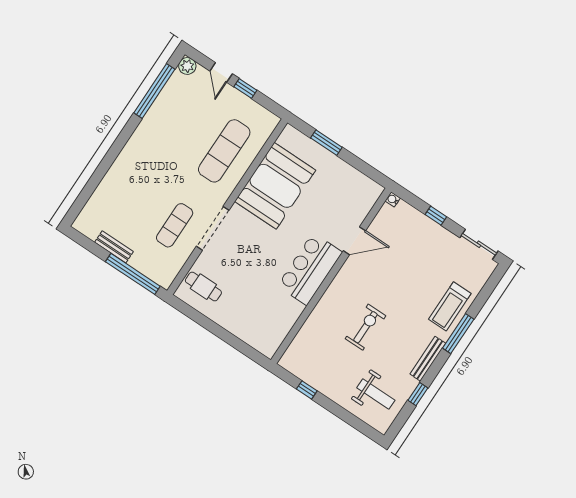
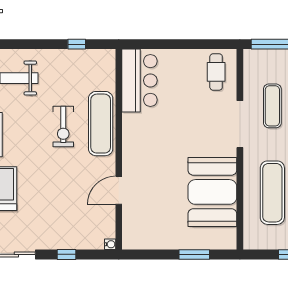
bar counter: (310, 269) -> (139, 80), moved
cafe table: (203, 287) -> (216, 72), turned 90
exercise mat: (332, 308) -> (101, 124), added

